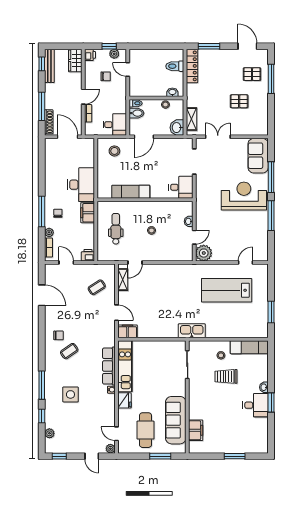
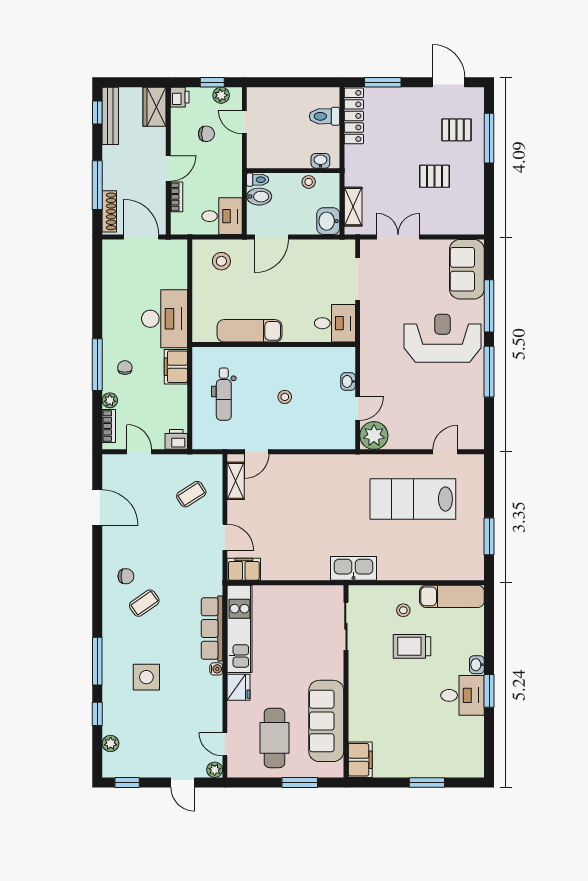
dental chair: (116, 229) -> (224, 394), turned 180
filing cabinet: (196, 430) -> (360, 760), moved

